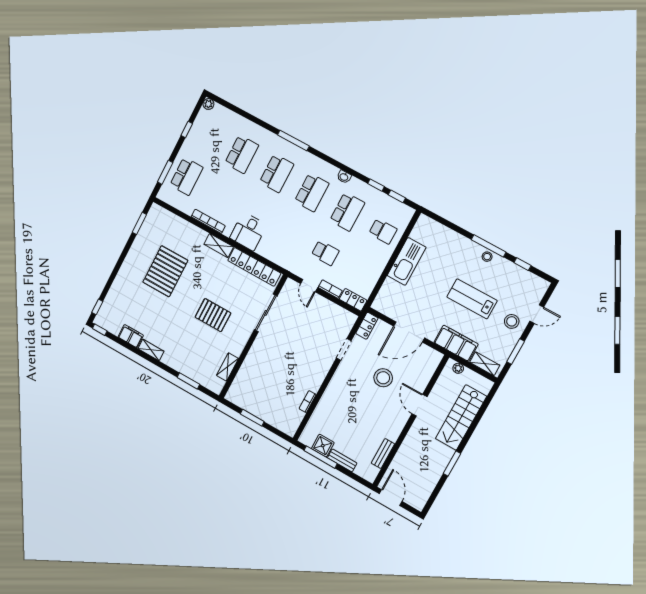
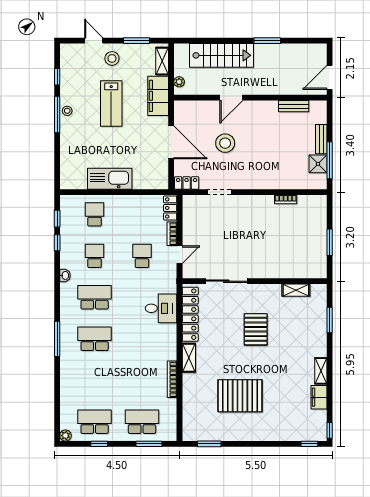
school desk: (242, 154) -> (95, 422), moved
school desk: (347, 212) -> (95, 256), width x0.54
desk: (248, 231) -> (161, 308), moved

